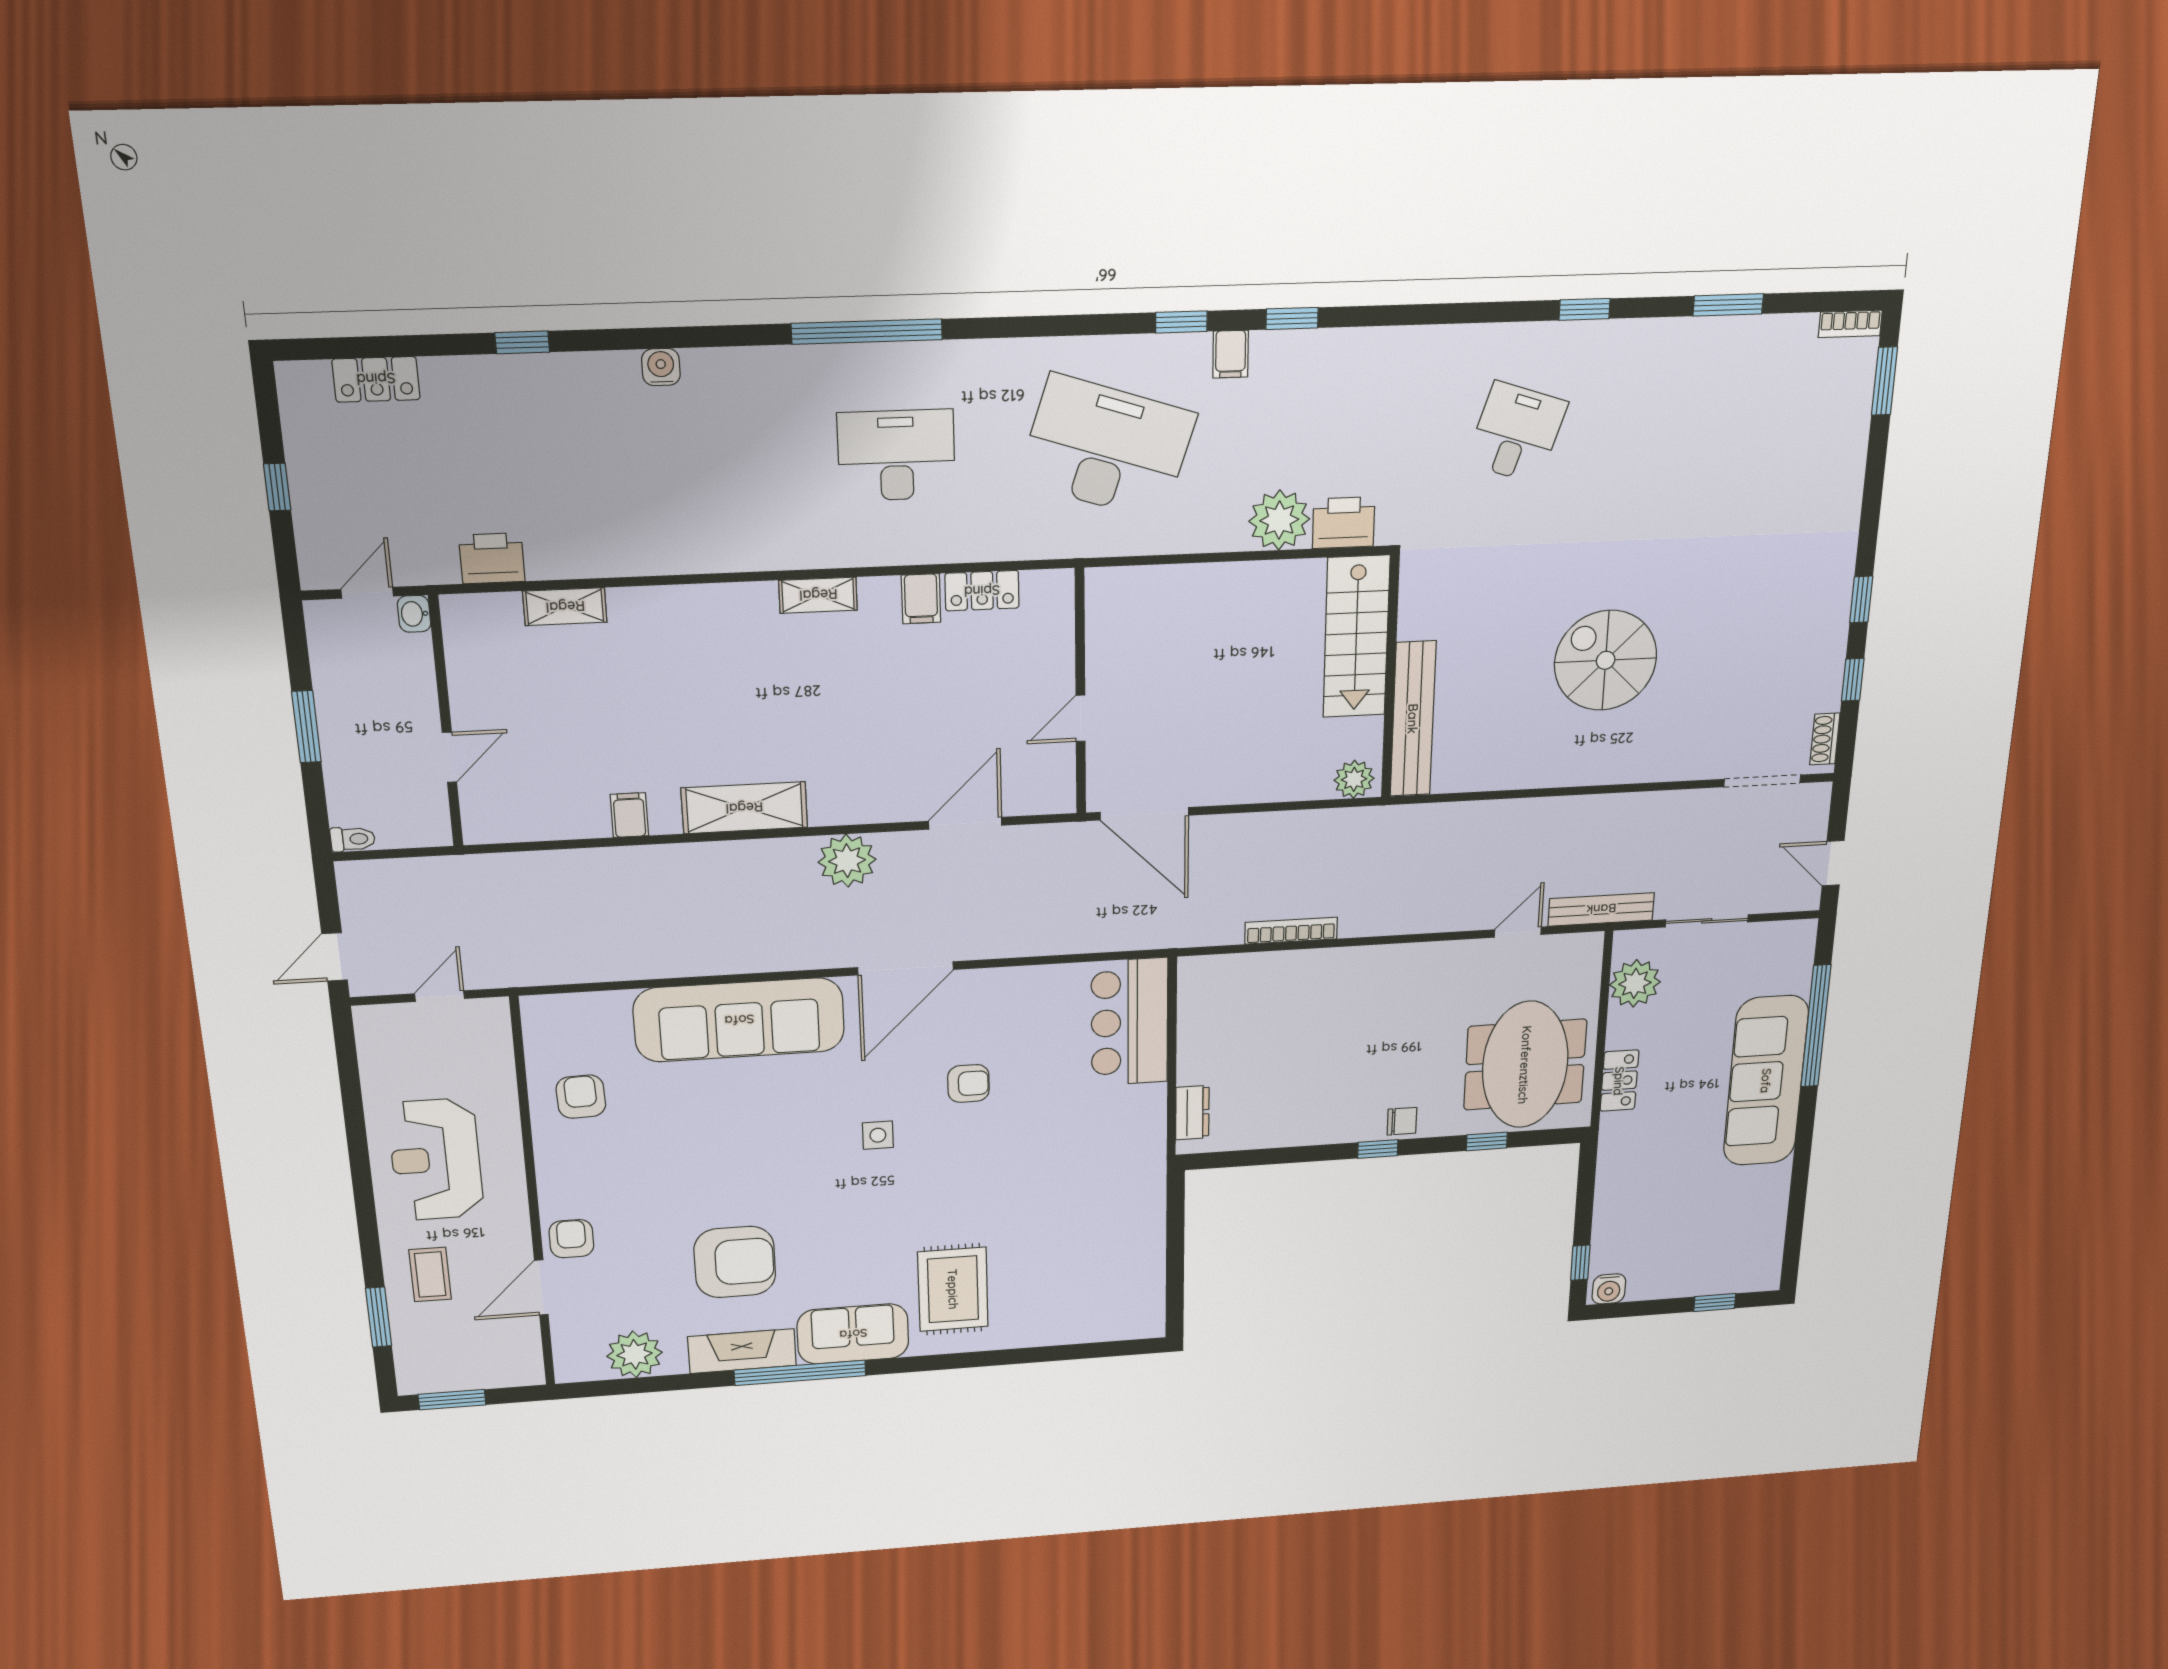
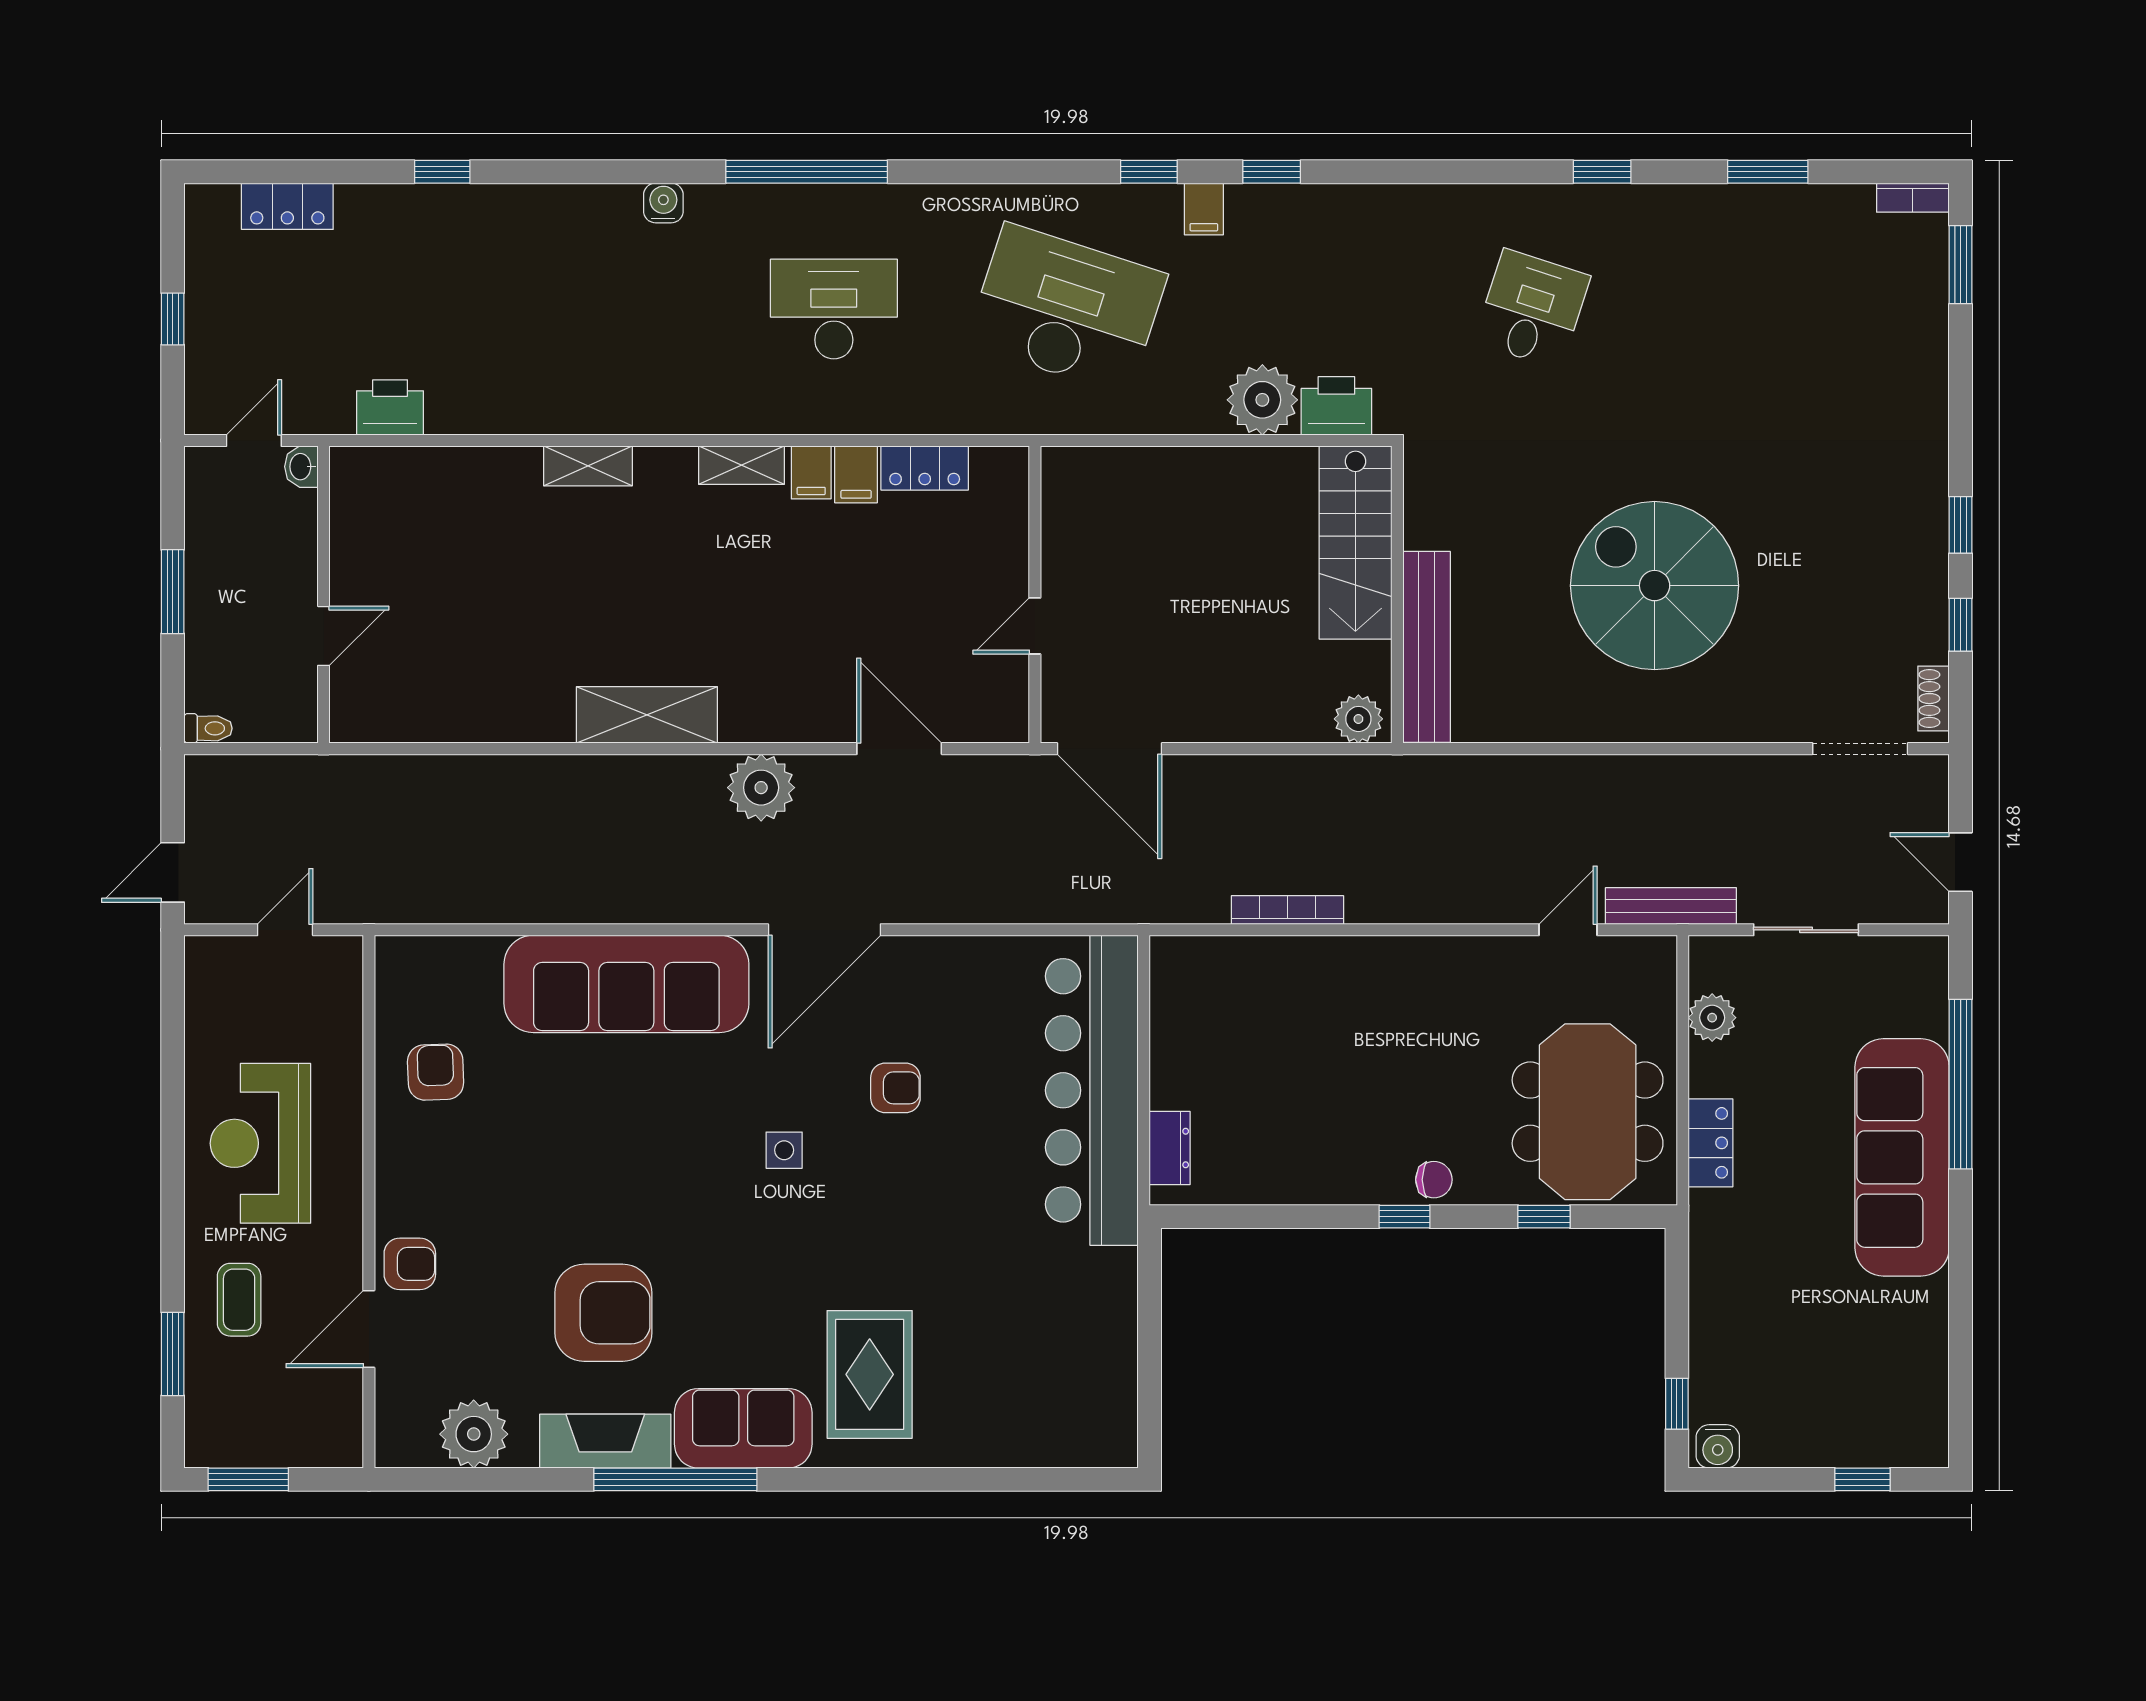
water cooler: (661, 367) -> (663, 203), moved
shelving: (565, 607) -> (588, 466), moved
spiral stairs: (1606, 660) -> (1655, 586), width x1.37, depth x1.37
filing cabinet: (629, 815) -> (811, 472), moved, turned 180
door: (965, 823) -> (899, 749), hinge flipped
plant: (1635, 983) -> (1712, 1018), width x0.73, depth x0.73
bar counter: (1130, 1022) -> (1092, 1090), width x1.86
armchair: (571, 1239) -> (410, 1264), turned 90

